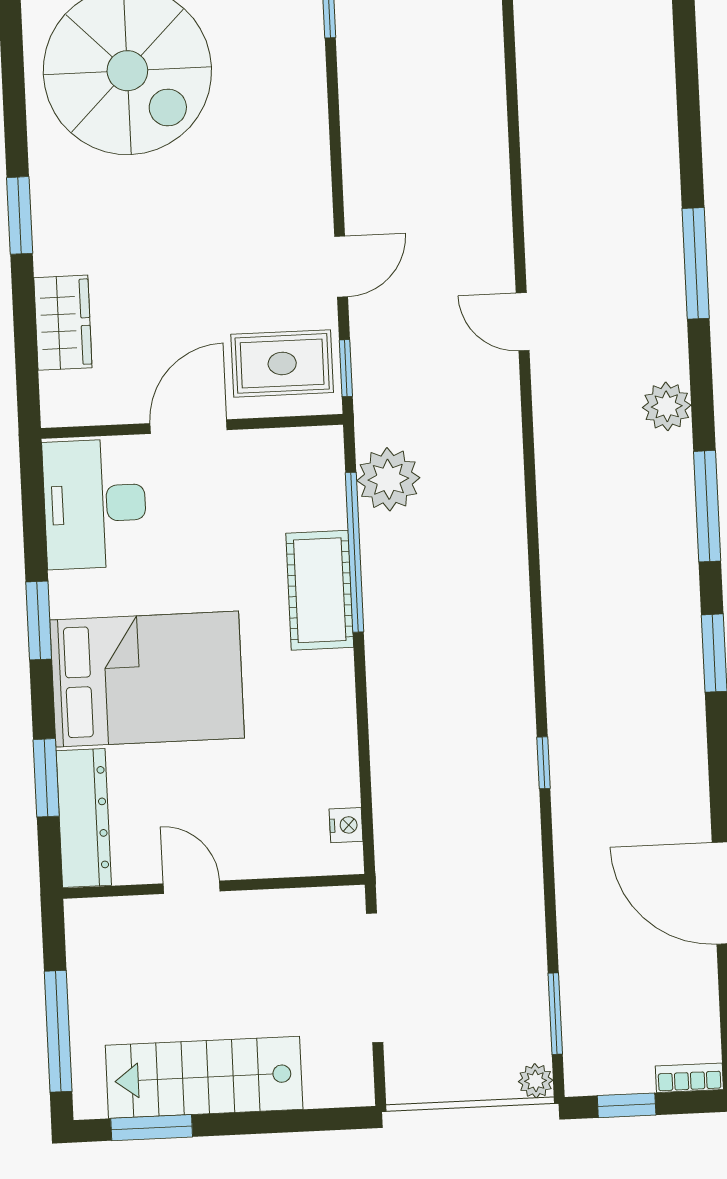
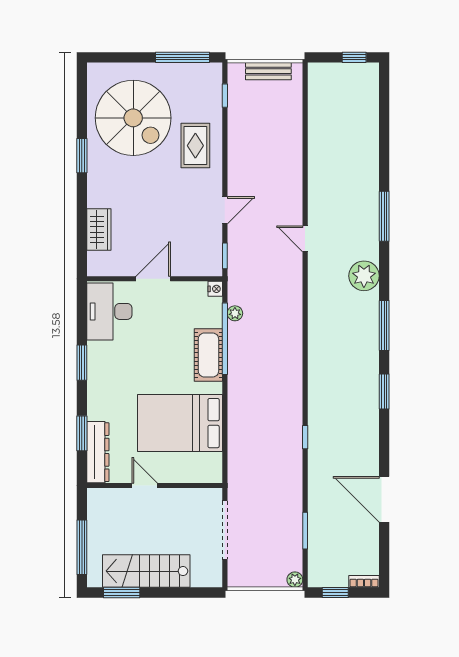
window: (20, 215) -> (82, 156), moved
rug: (282, 363) -> (195, 146), moved, turned 90
plant: (667, 406) -> (364, 276), width x1.36, depth x1.36
plant: (388, 479) -> (235, 313), width x0.53, depth x0.53
bed: (147, 679) -> (180, 423), moved, turned 180
nightstand: (346, 825) -> (215, 289), moved
window: (555, 1014) -> (305, 531), moved

